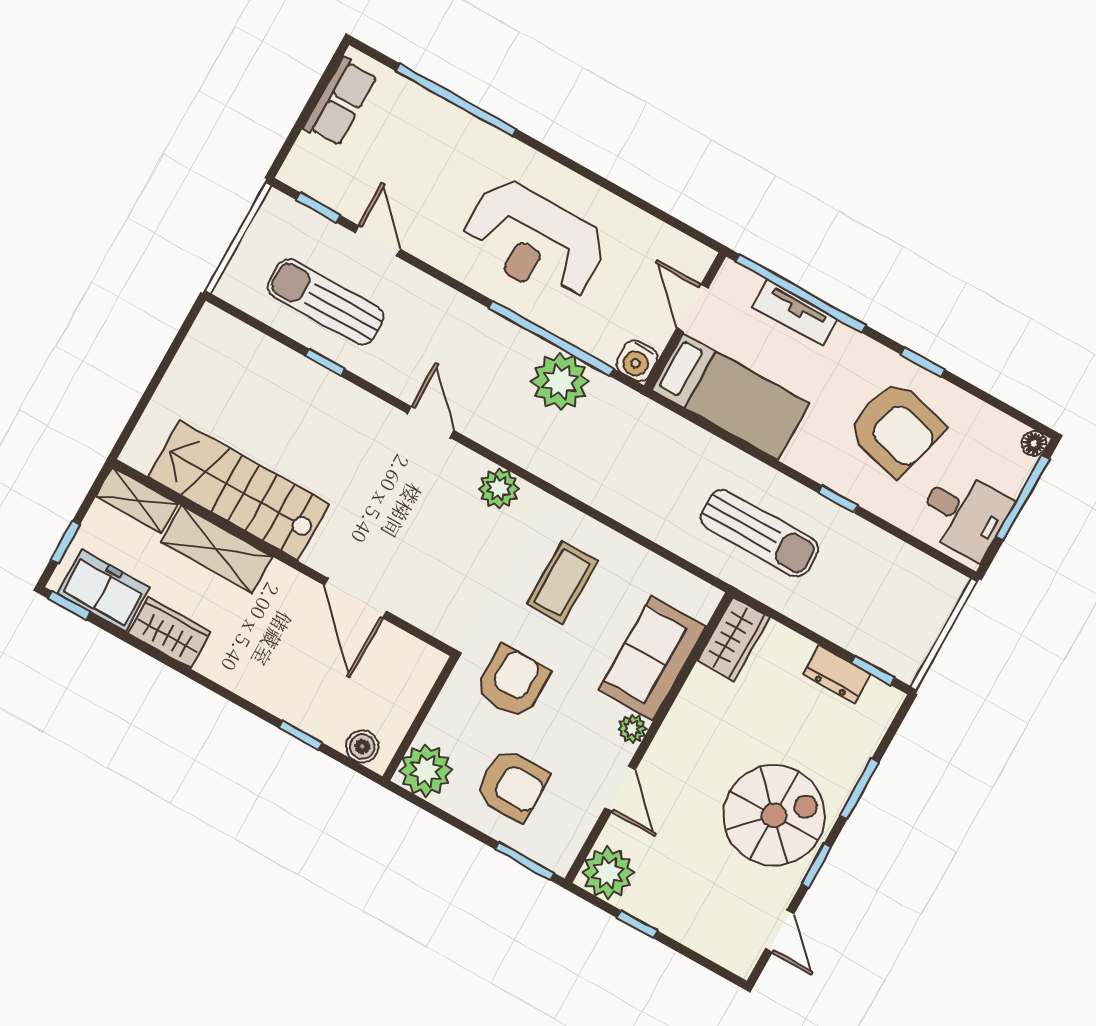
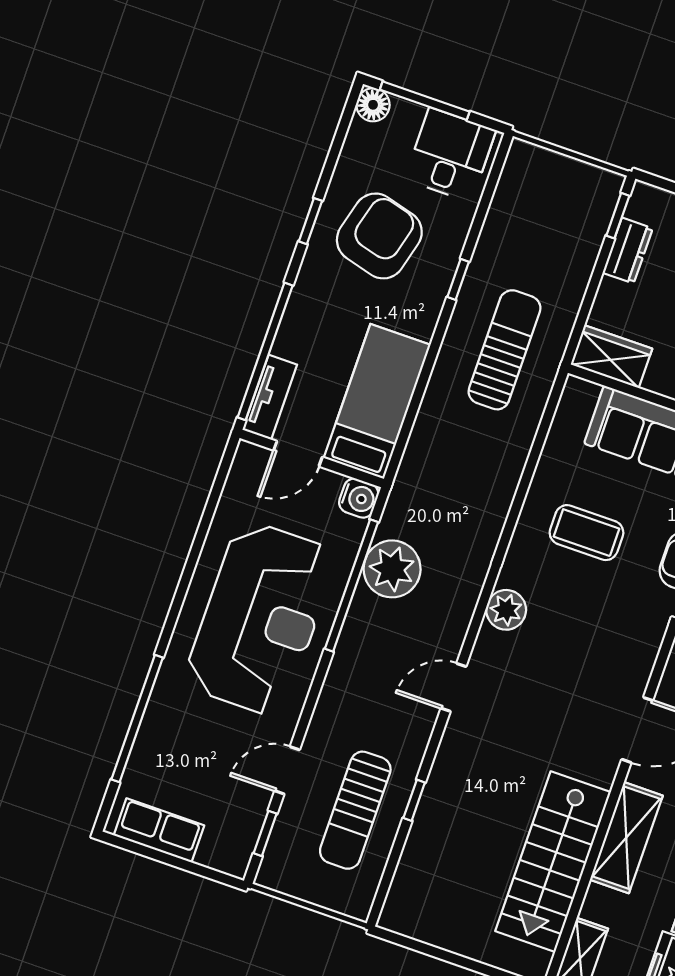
reception desk: (534, 241) -> (260, 618), width x1.36, depth x1.30
tv unit: (795, 313) -> (270, 397), moved
floor lamp: (1034, 444) -> (373, 105), width x1.37, depth x1.37
shelving: (217, 549) -> (626, 838), moved

